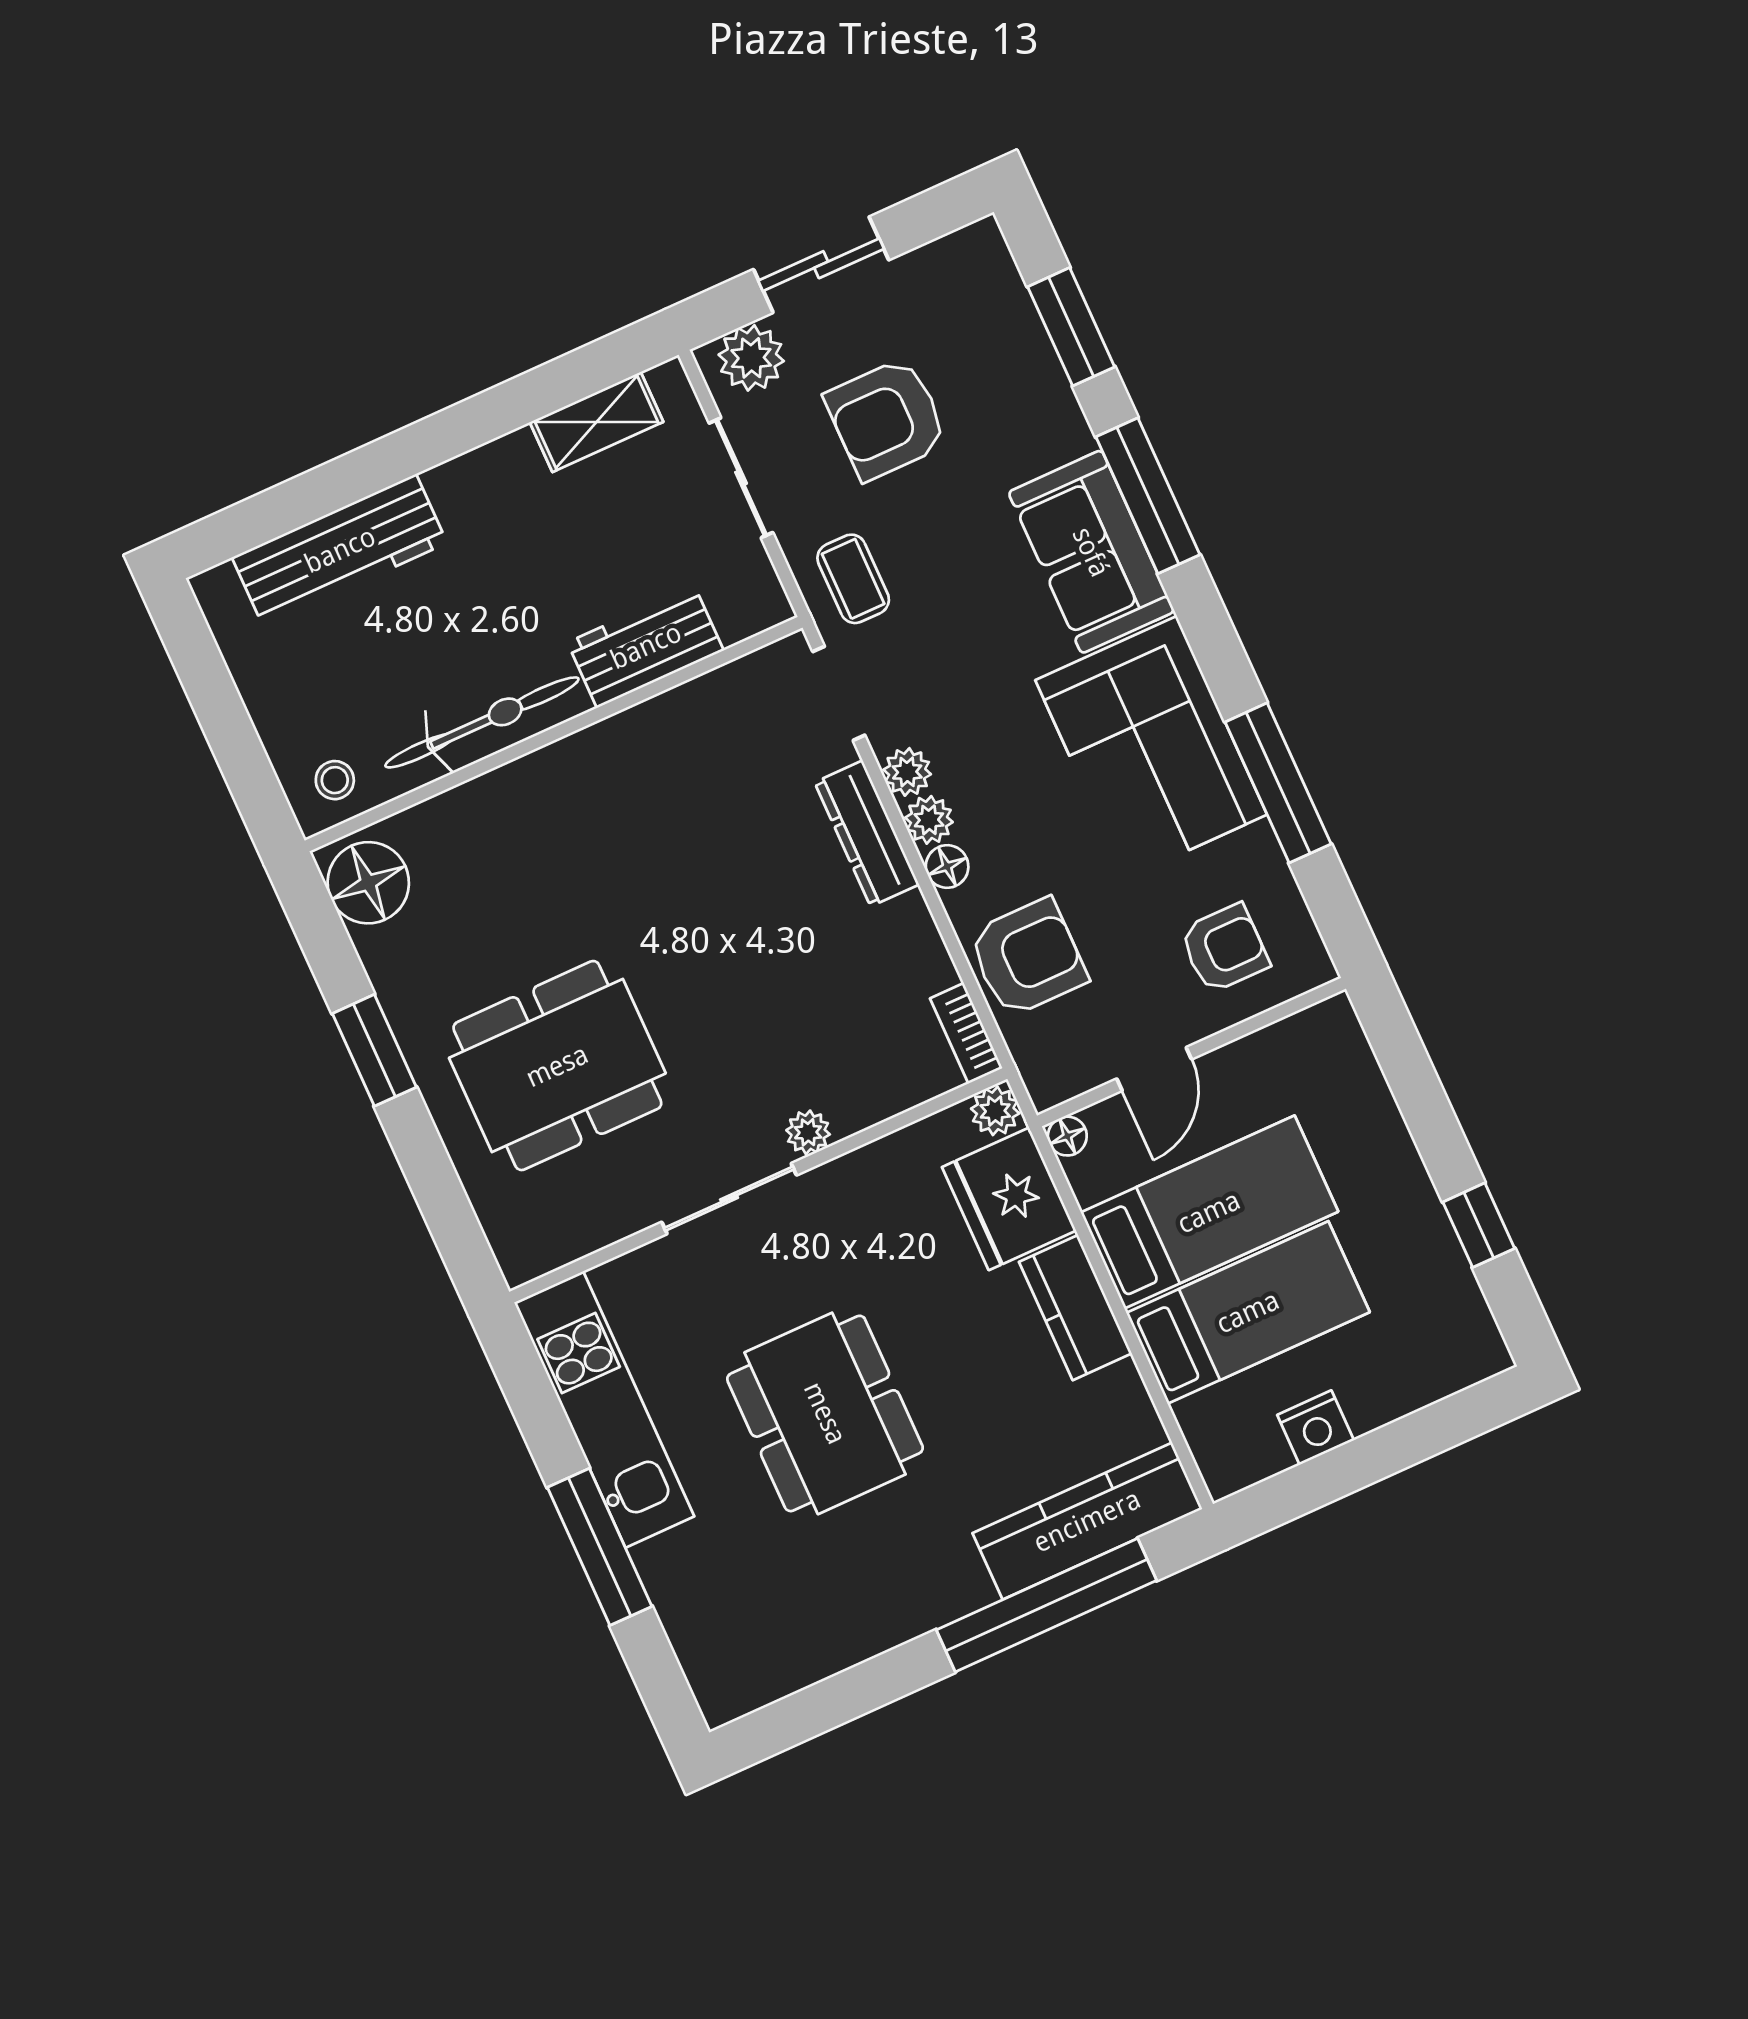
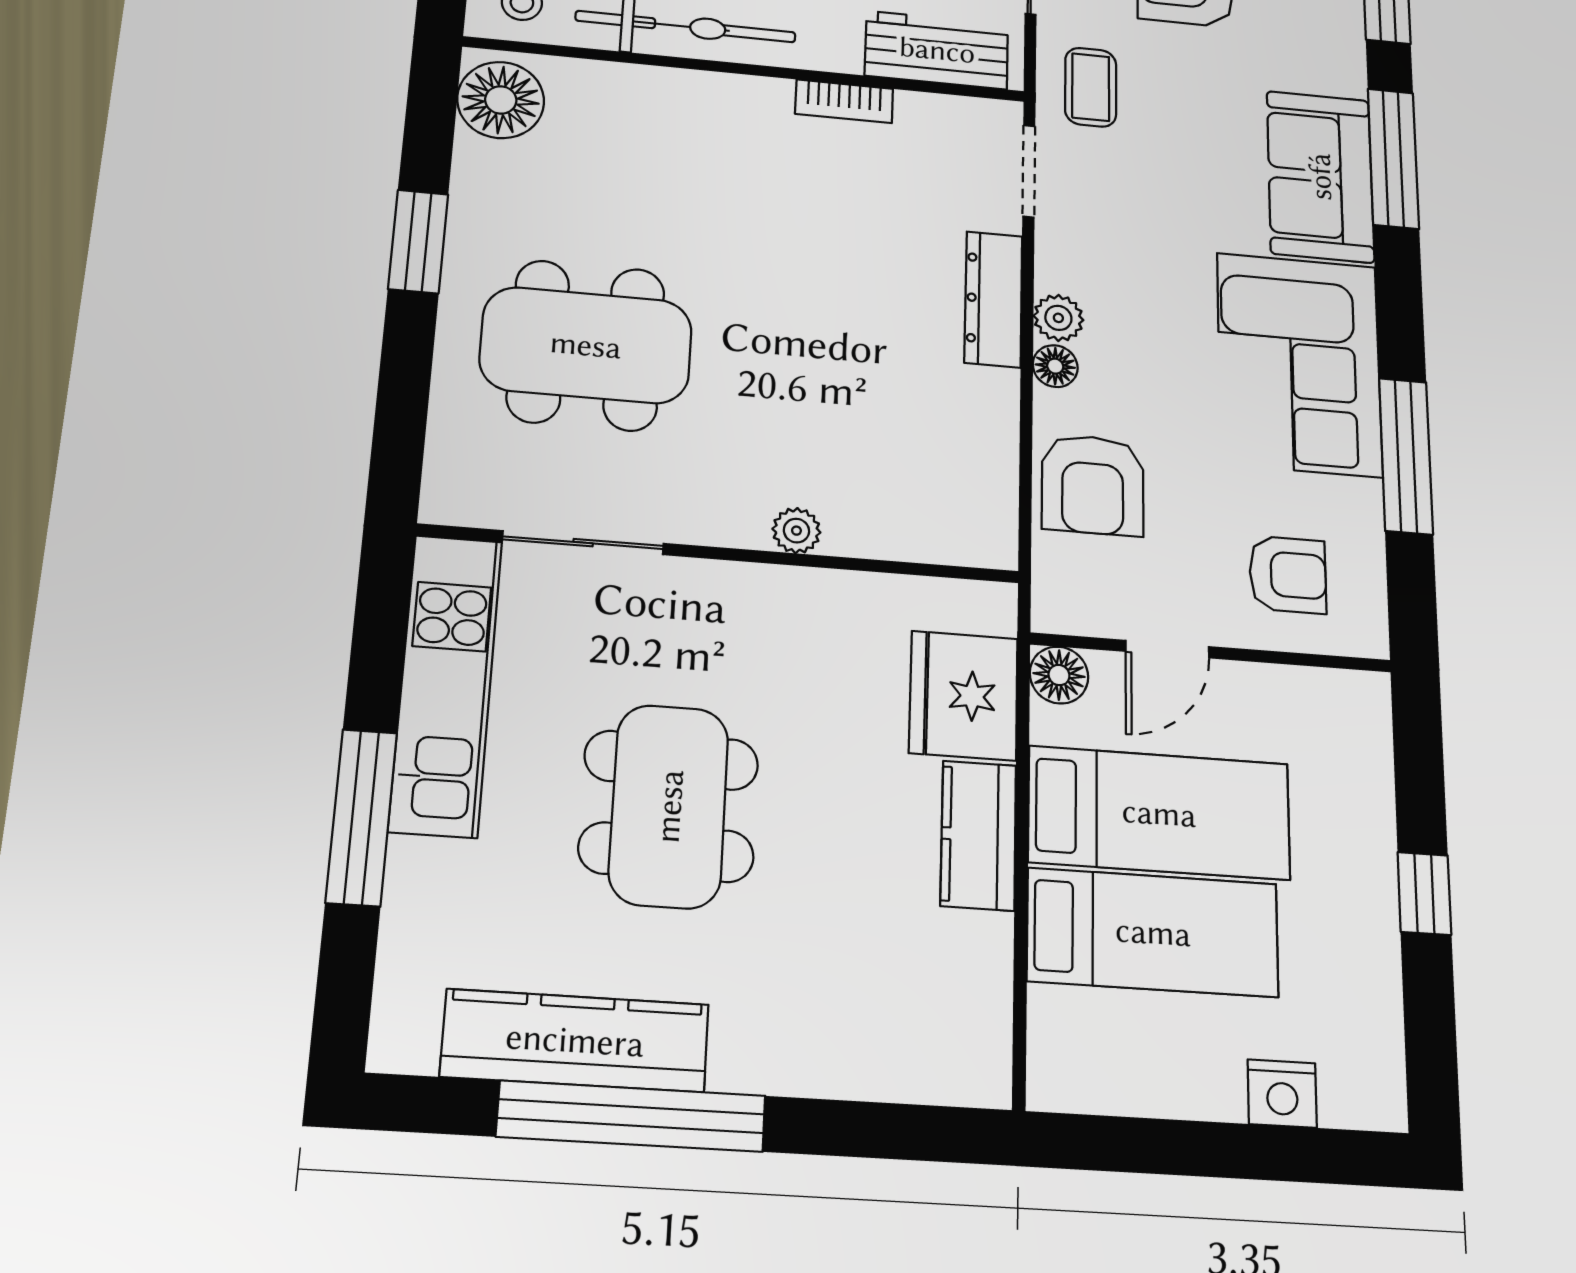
workbench: (646, 646) -> (937, 50), moved
plant: (907, 772) -> (1059, 268), removed
armchair: (1028, 958) -> (1093, 485), turned 90
bookcase: (966, 1033) -> (844, 101), moved, turned -90
plant: (995, 1111) -> (991, 607), removed
floor lamp: (1067, 1136) -> (1059, 675), width x1.37, depth x1.37
sliding door: (729, 1199) -> (583, 543), moved
window: (1479, 1225) -> (1424, 893), moved
nightstand: (1316, 1428) -> (1282, 1094), moved
kitchen counter: (1087, 1521) -> (575, 1040), moved
window: (1046, 1605) -> (631, 1116), moved

